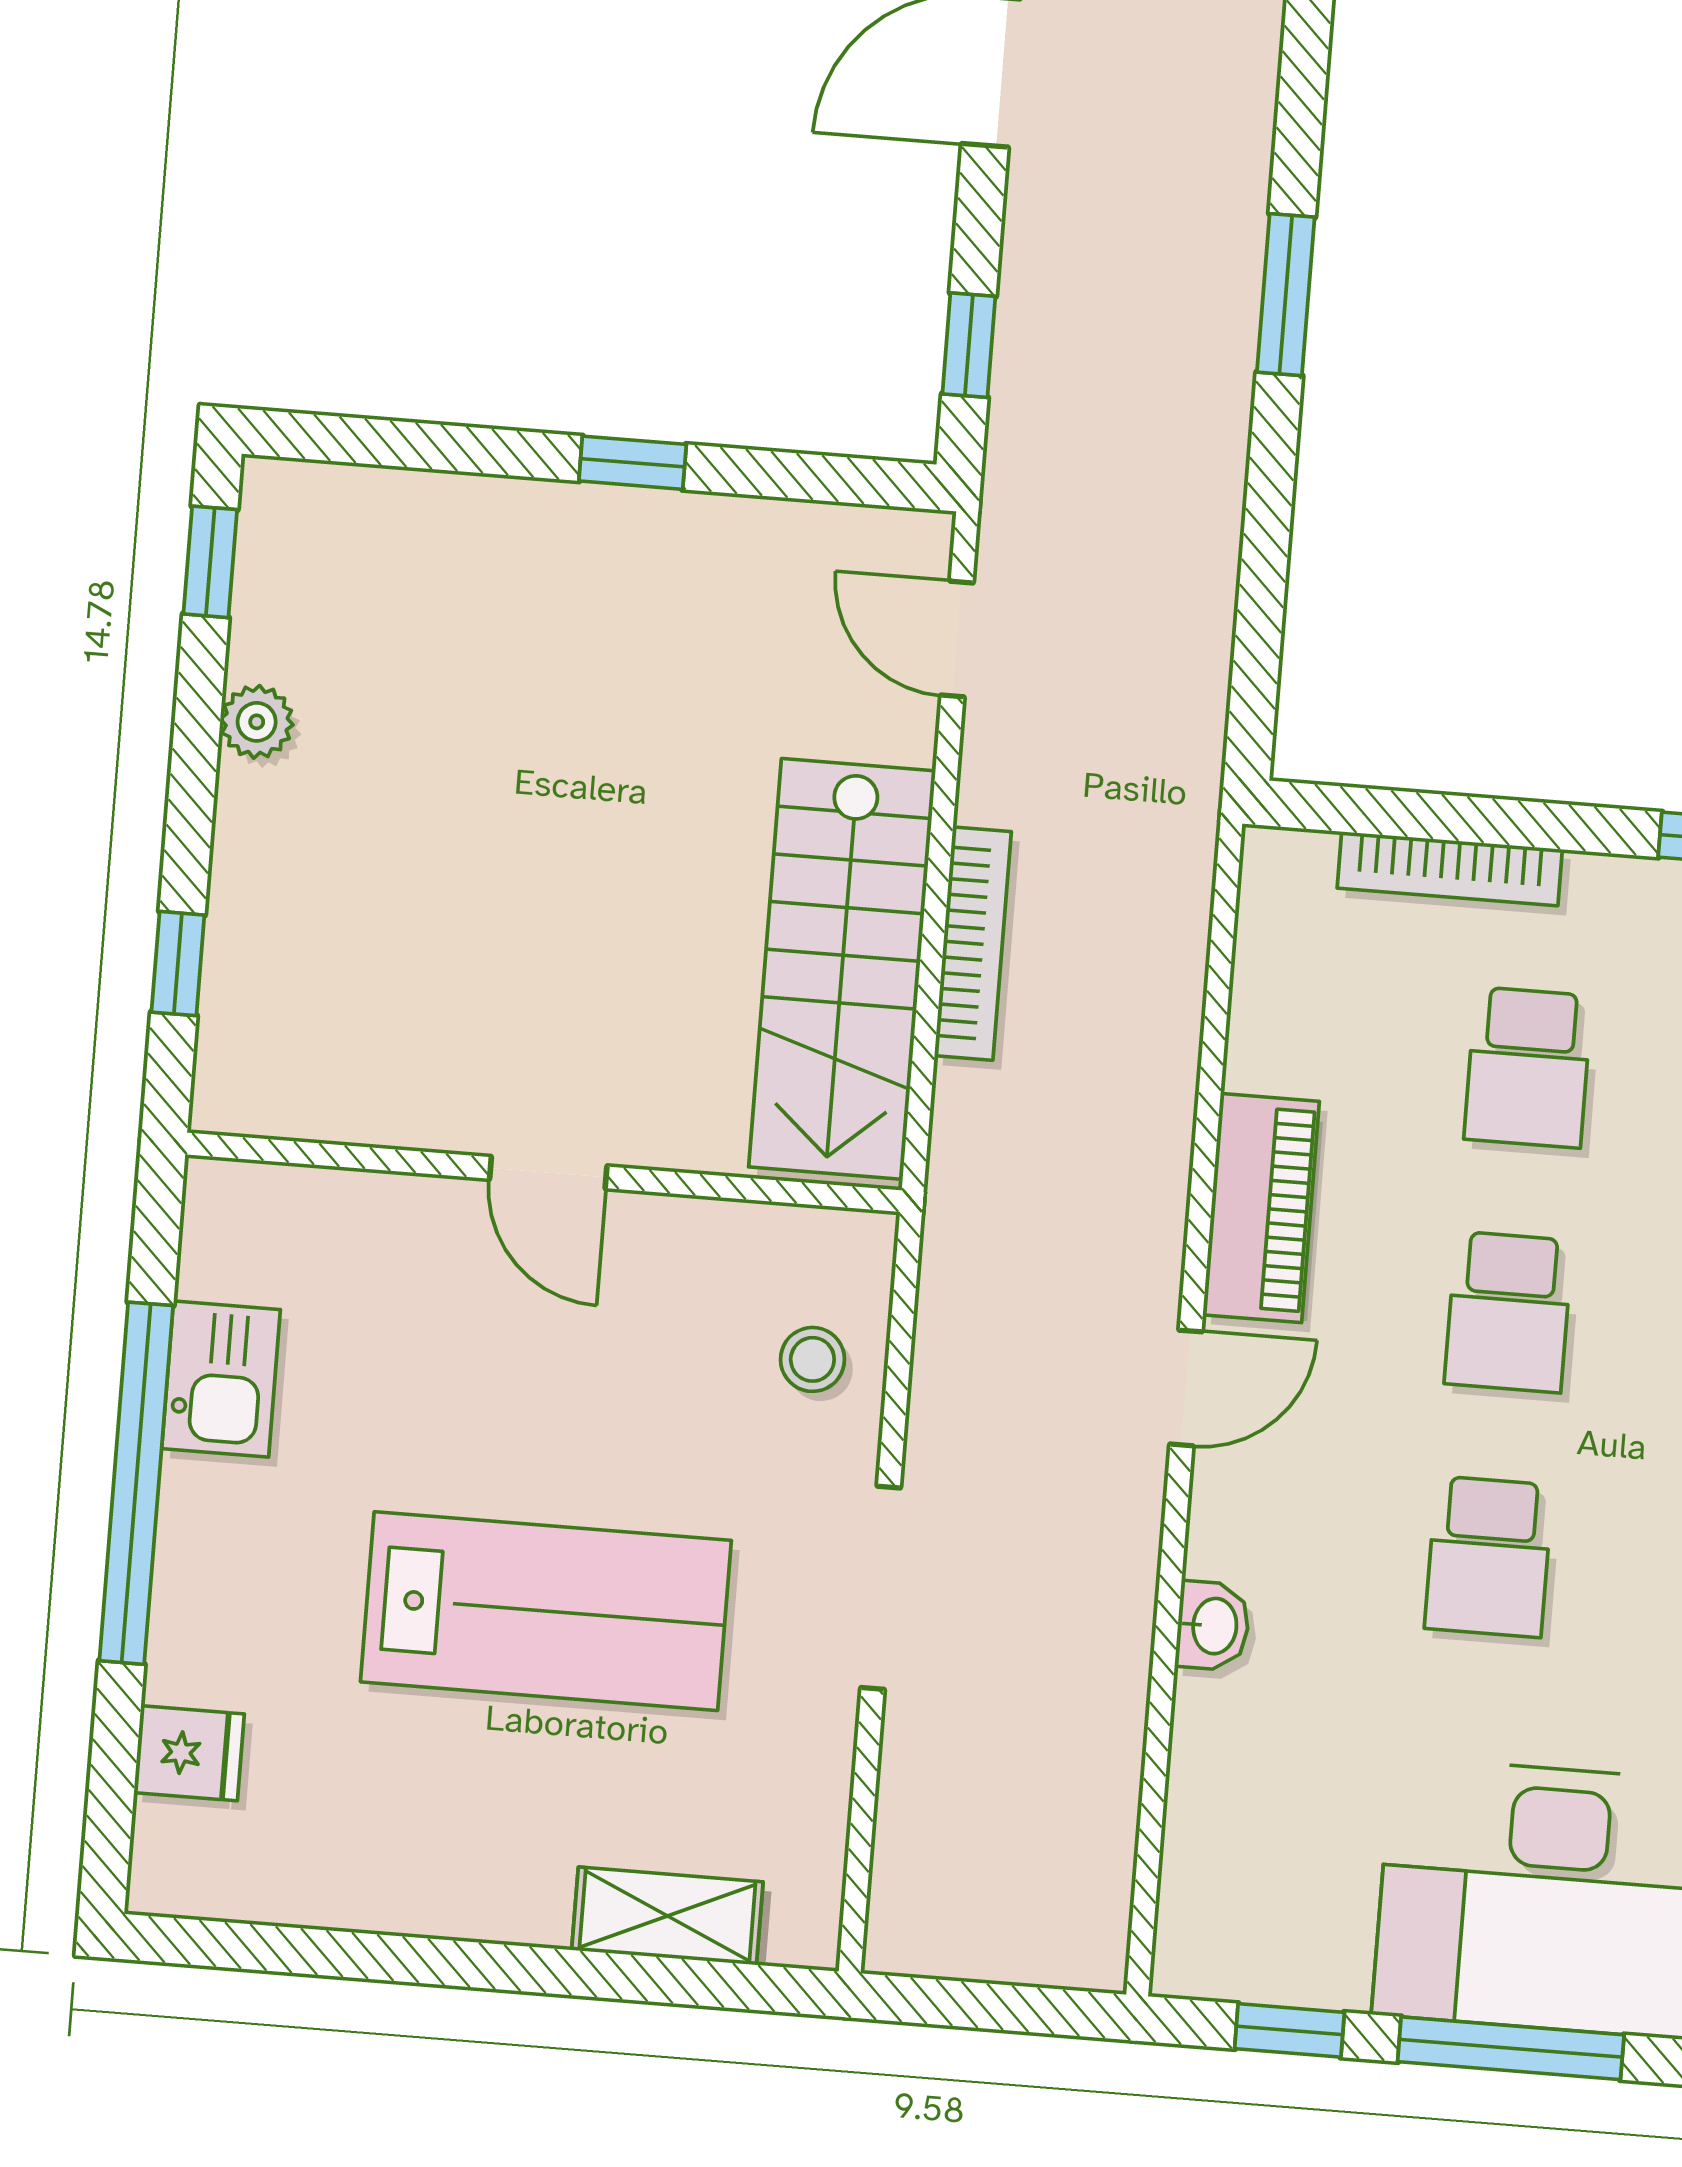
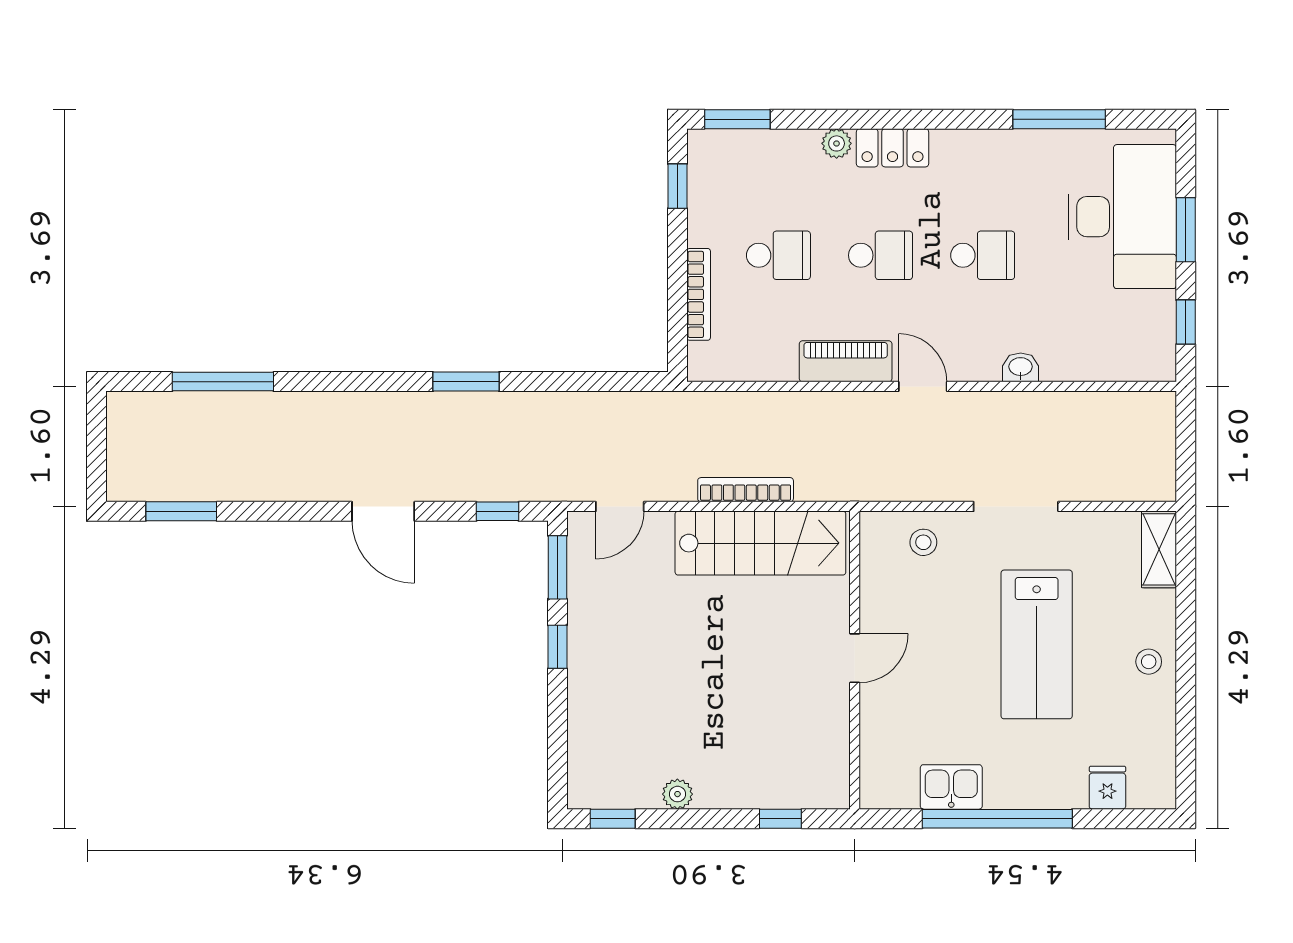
window: (823, 478) -> (557, 567), added
lab bench: (546, 1611) -> (1037, 644), turned 180
stool: (483, 1876) -> (1149, 662), added
shelving: (667, 1916) -> (1159, 549), moved
window: (1511, 2048) -> (1186, 230), width x0.69

